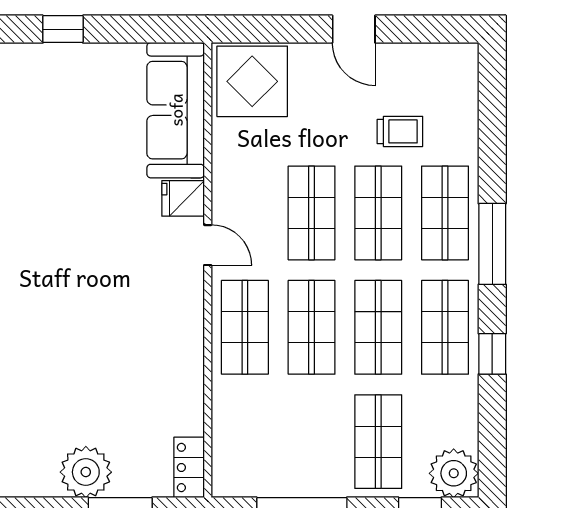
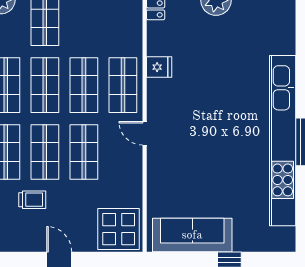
sofa: (176, 110) -> (192, 235), moved, turned -90
trolley: (400, 131) -> (32, 200), turned 180
fridge: (183, 198) -> (159, 67), moved

